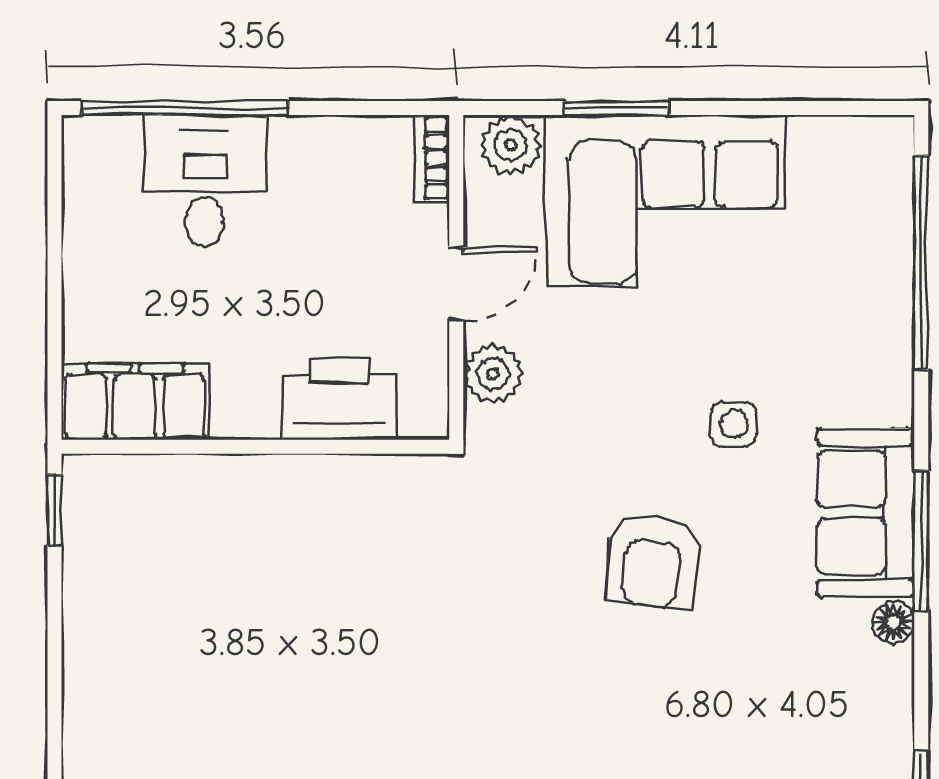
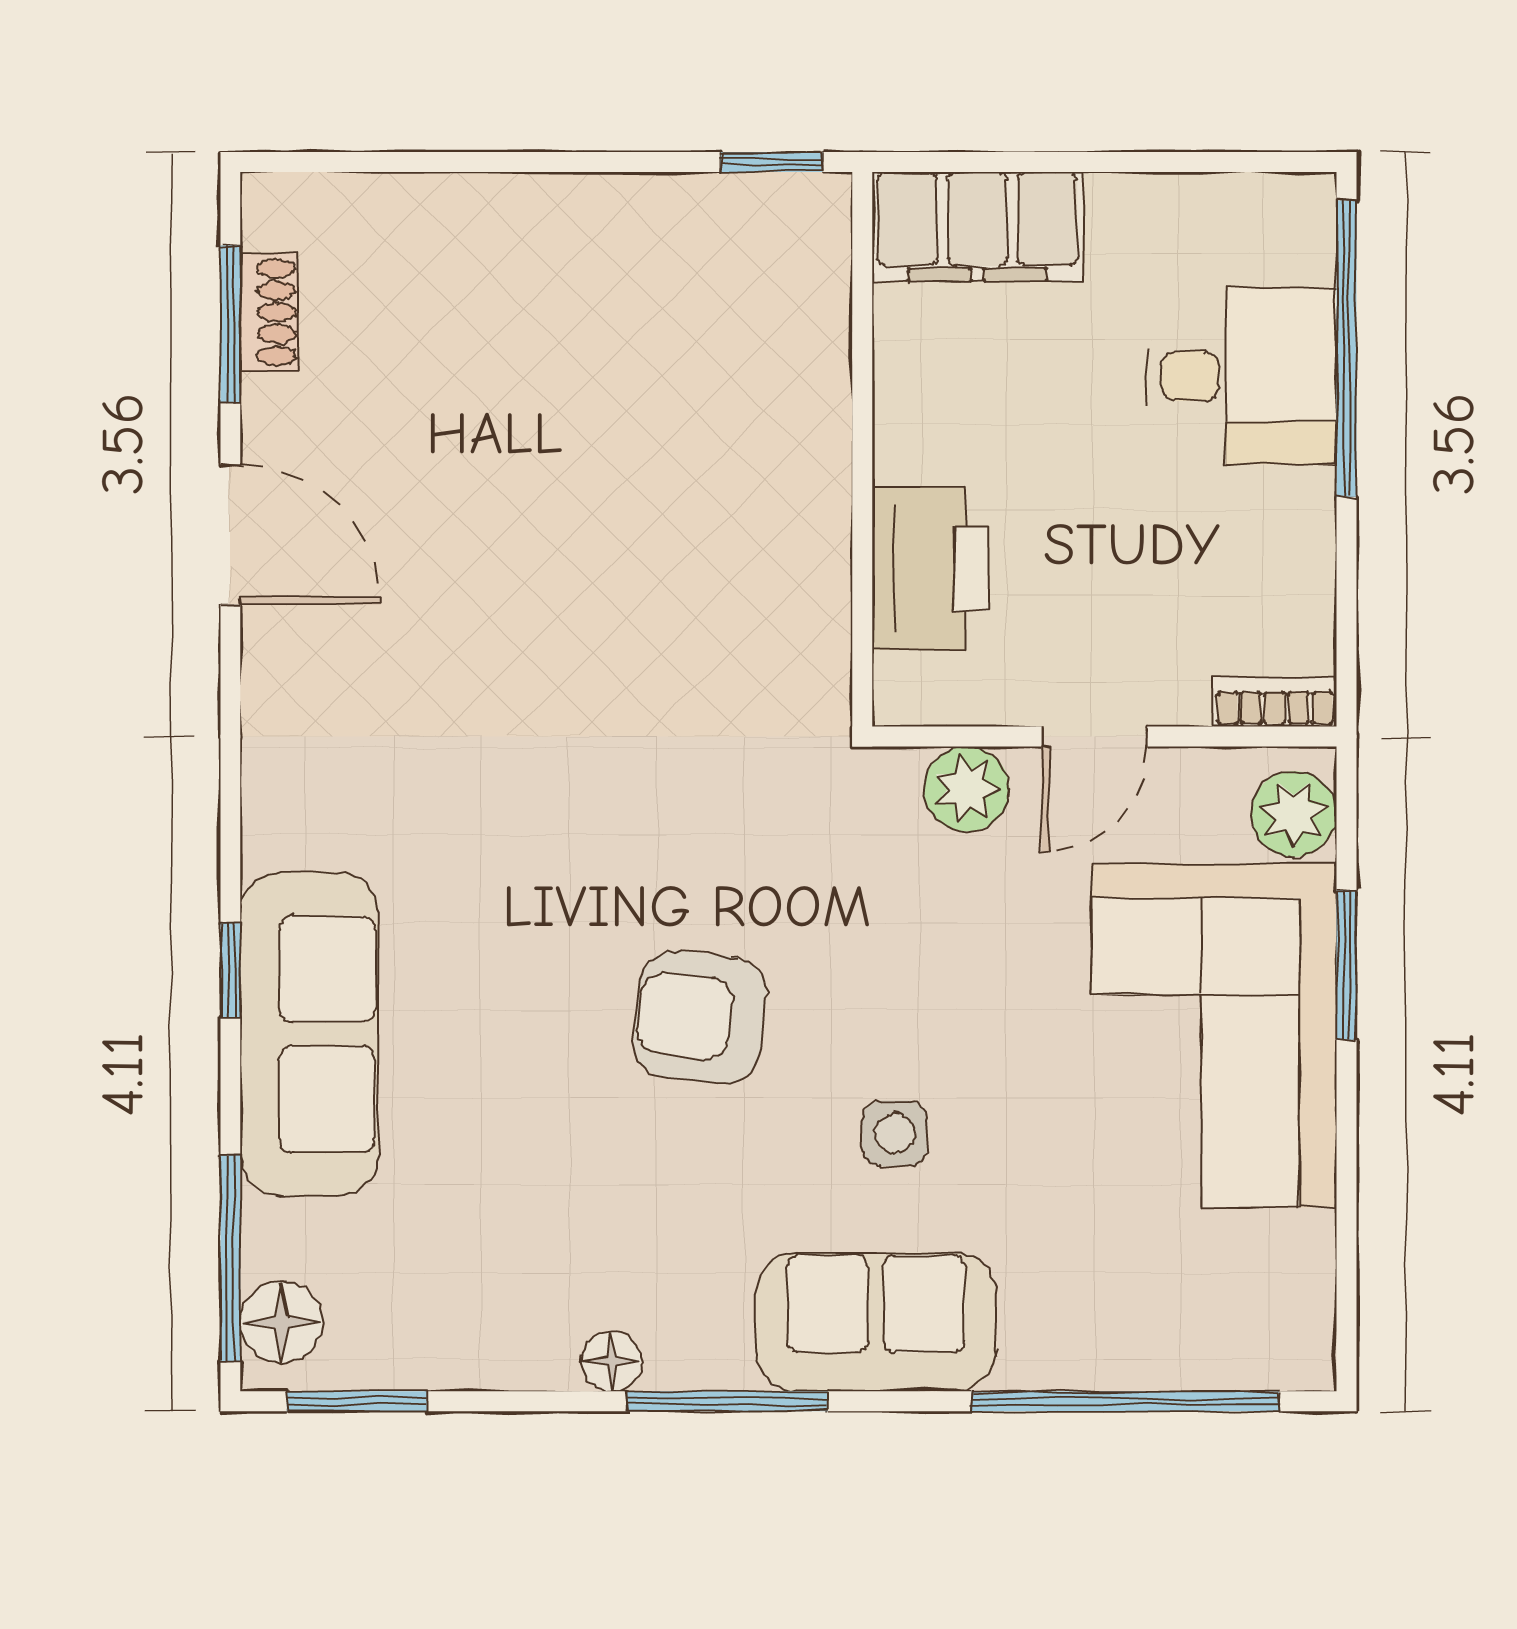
door: (456, 284) -> (1094, 737), hinge flipped
filing cabinet: (135, 402) -> (977, 226), moved, turned 90
sofa: (866, 513) -> (876, 1322), moved

